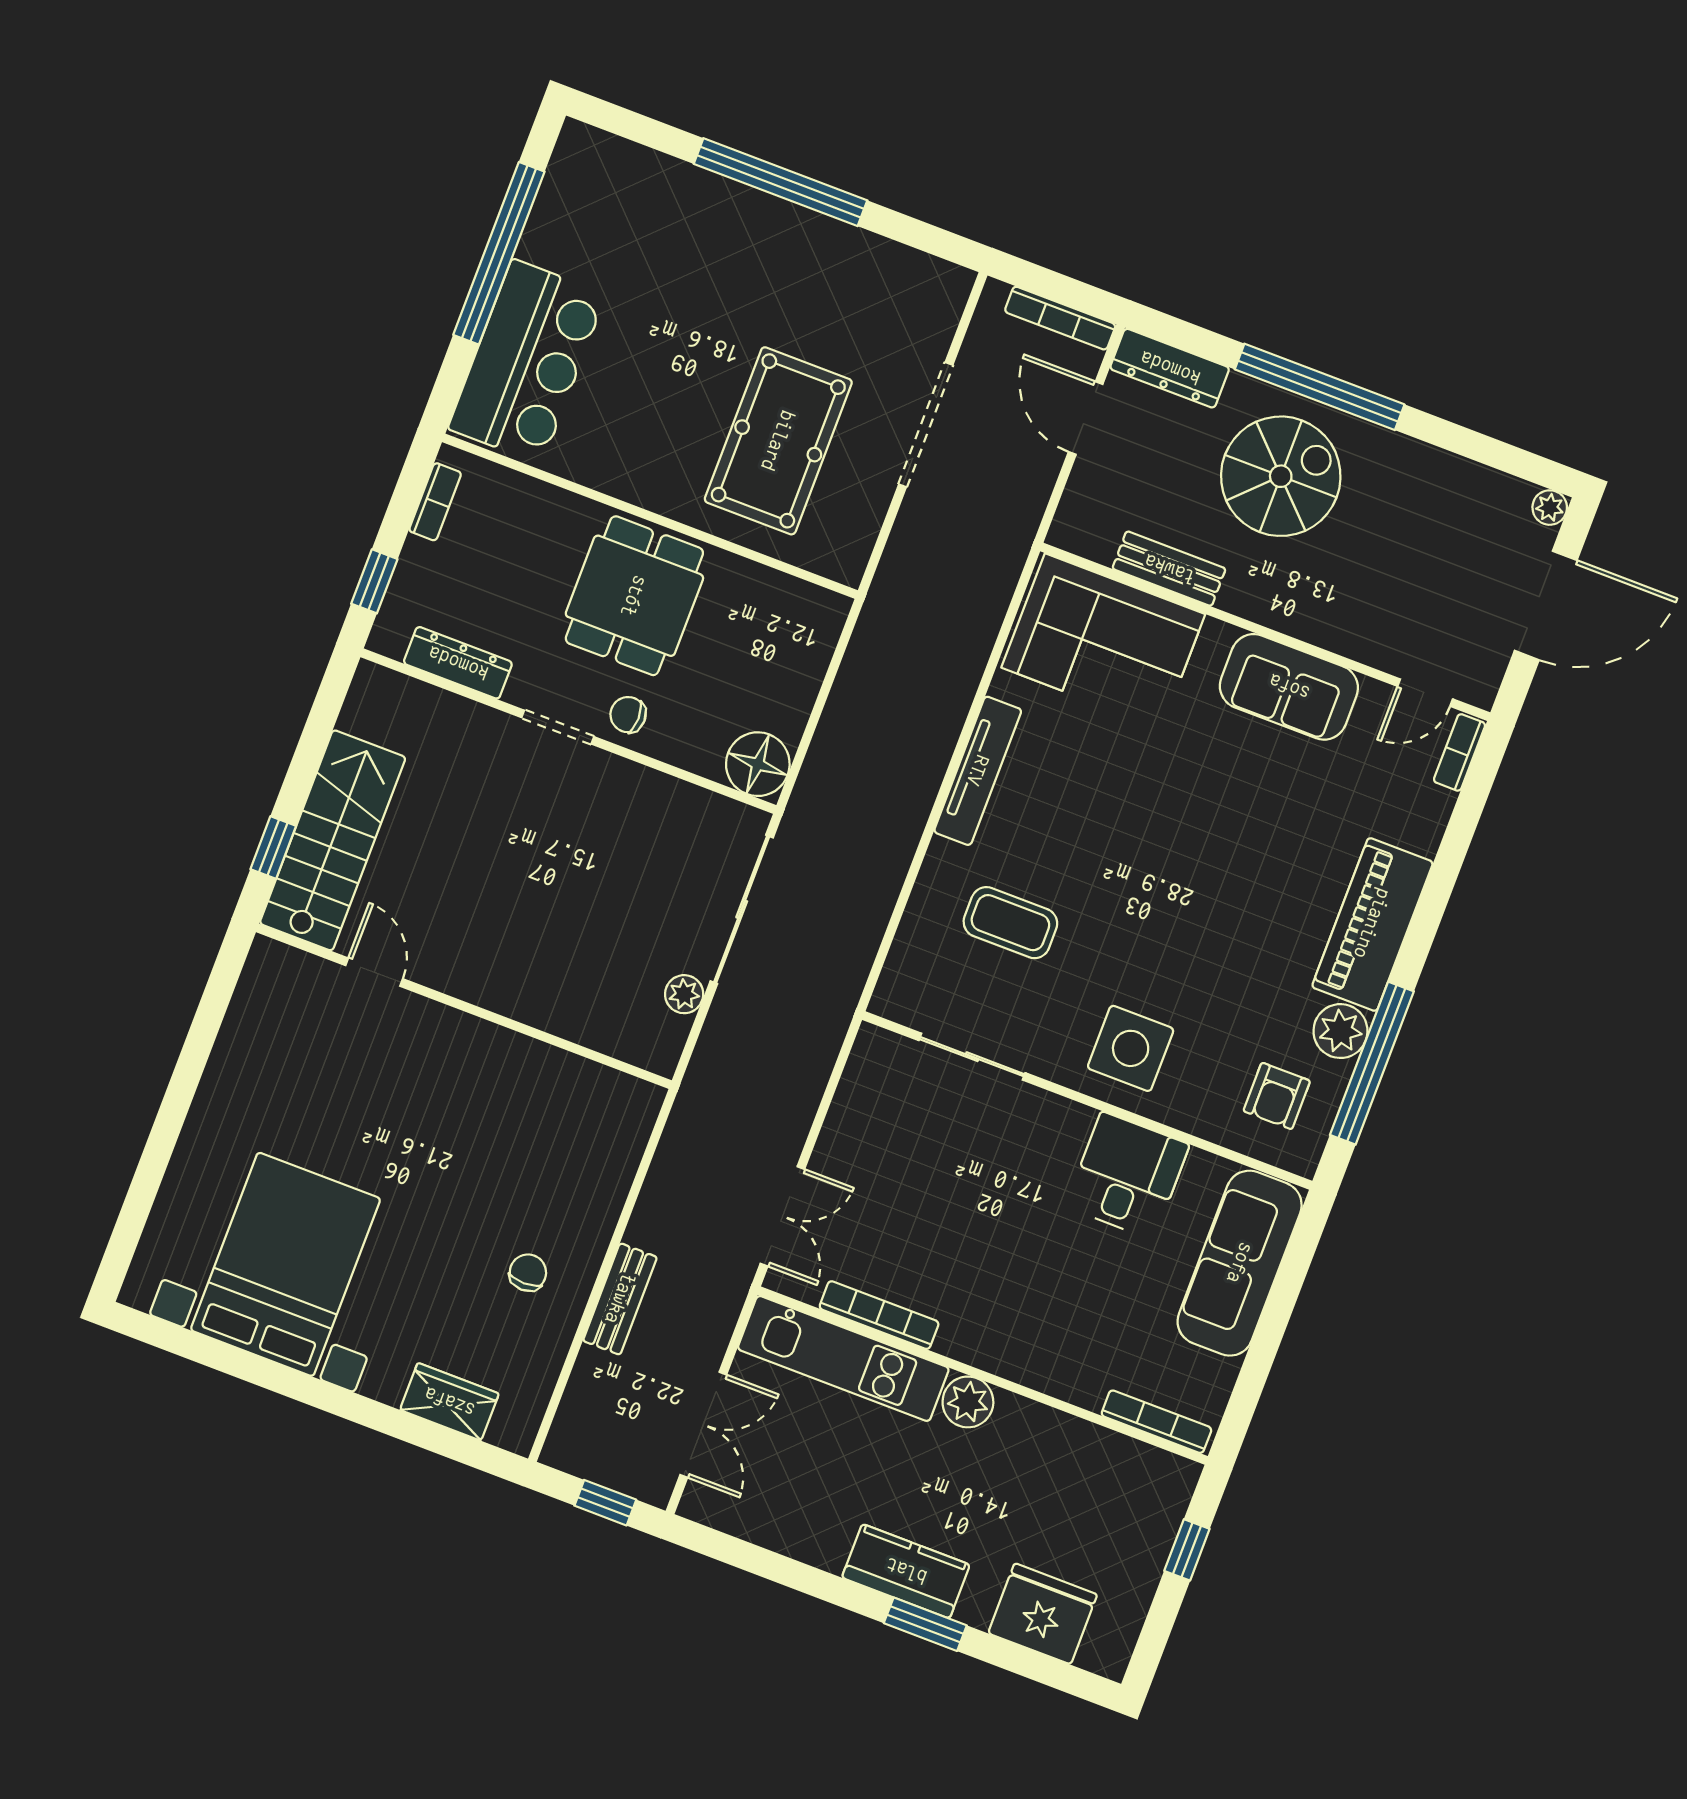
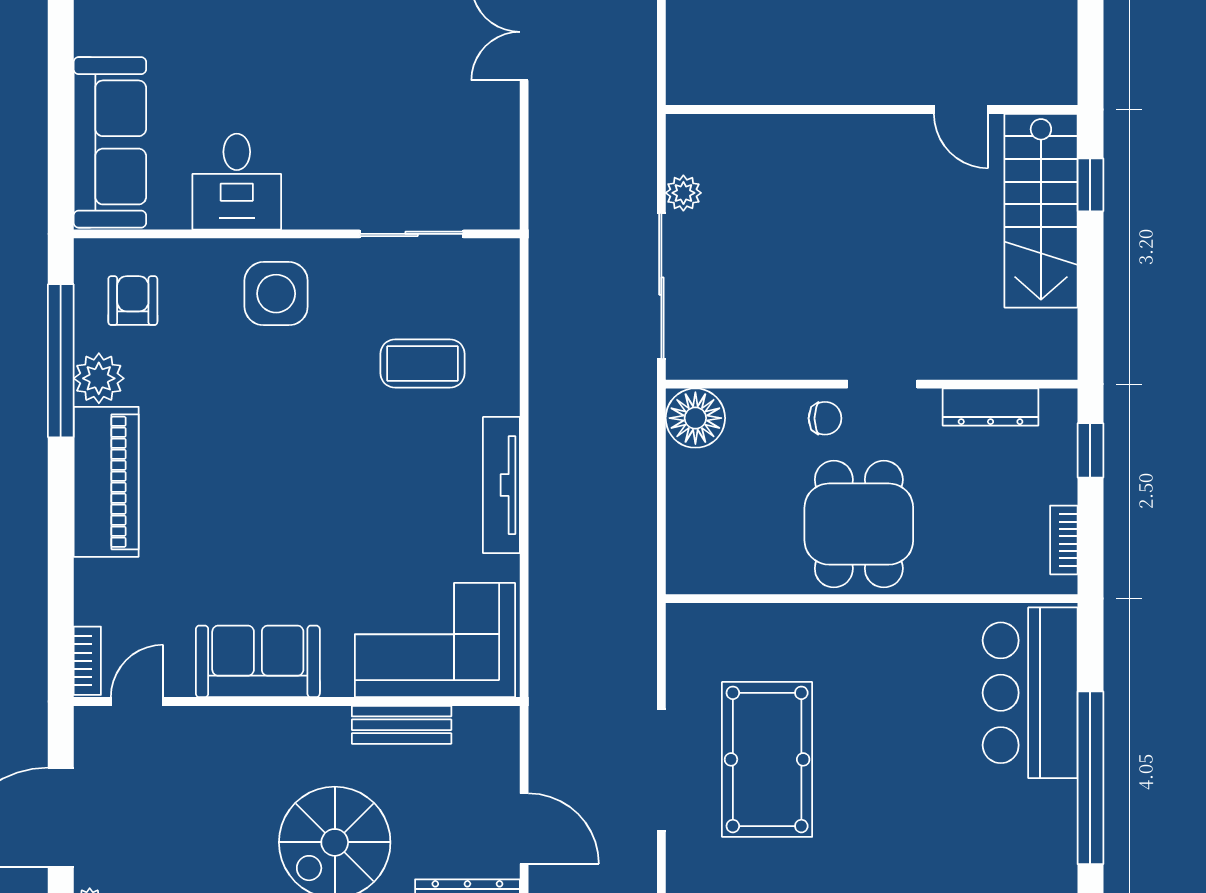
pool table: (778, 441) -> (767, 759), moved

